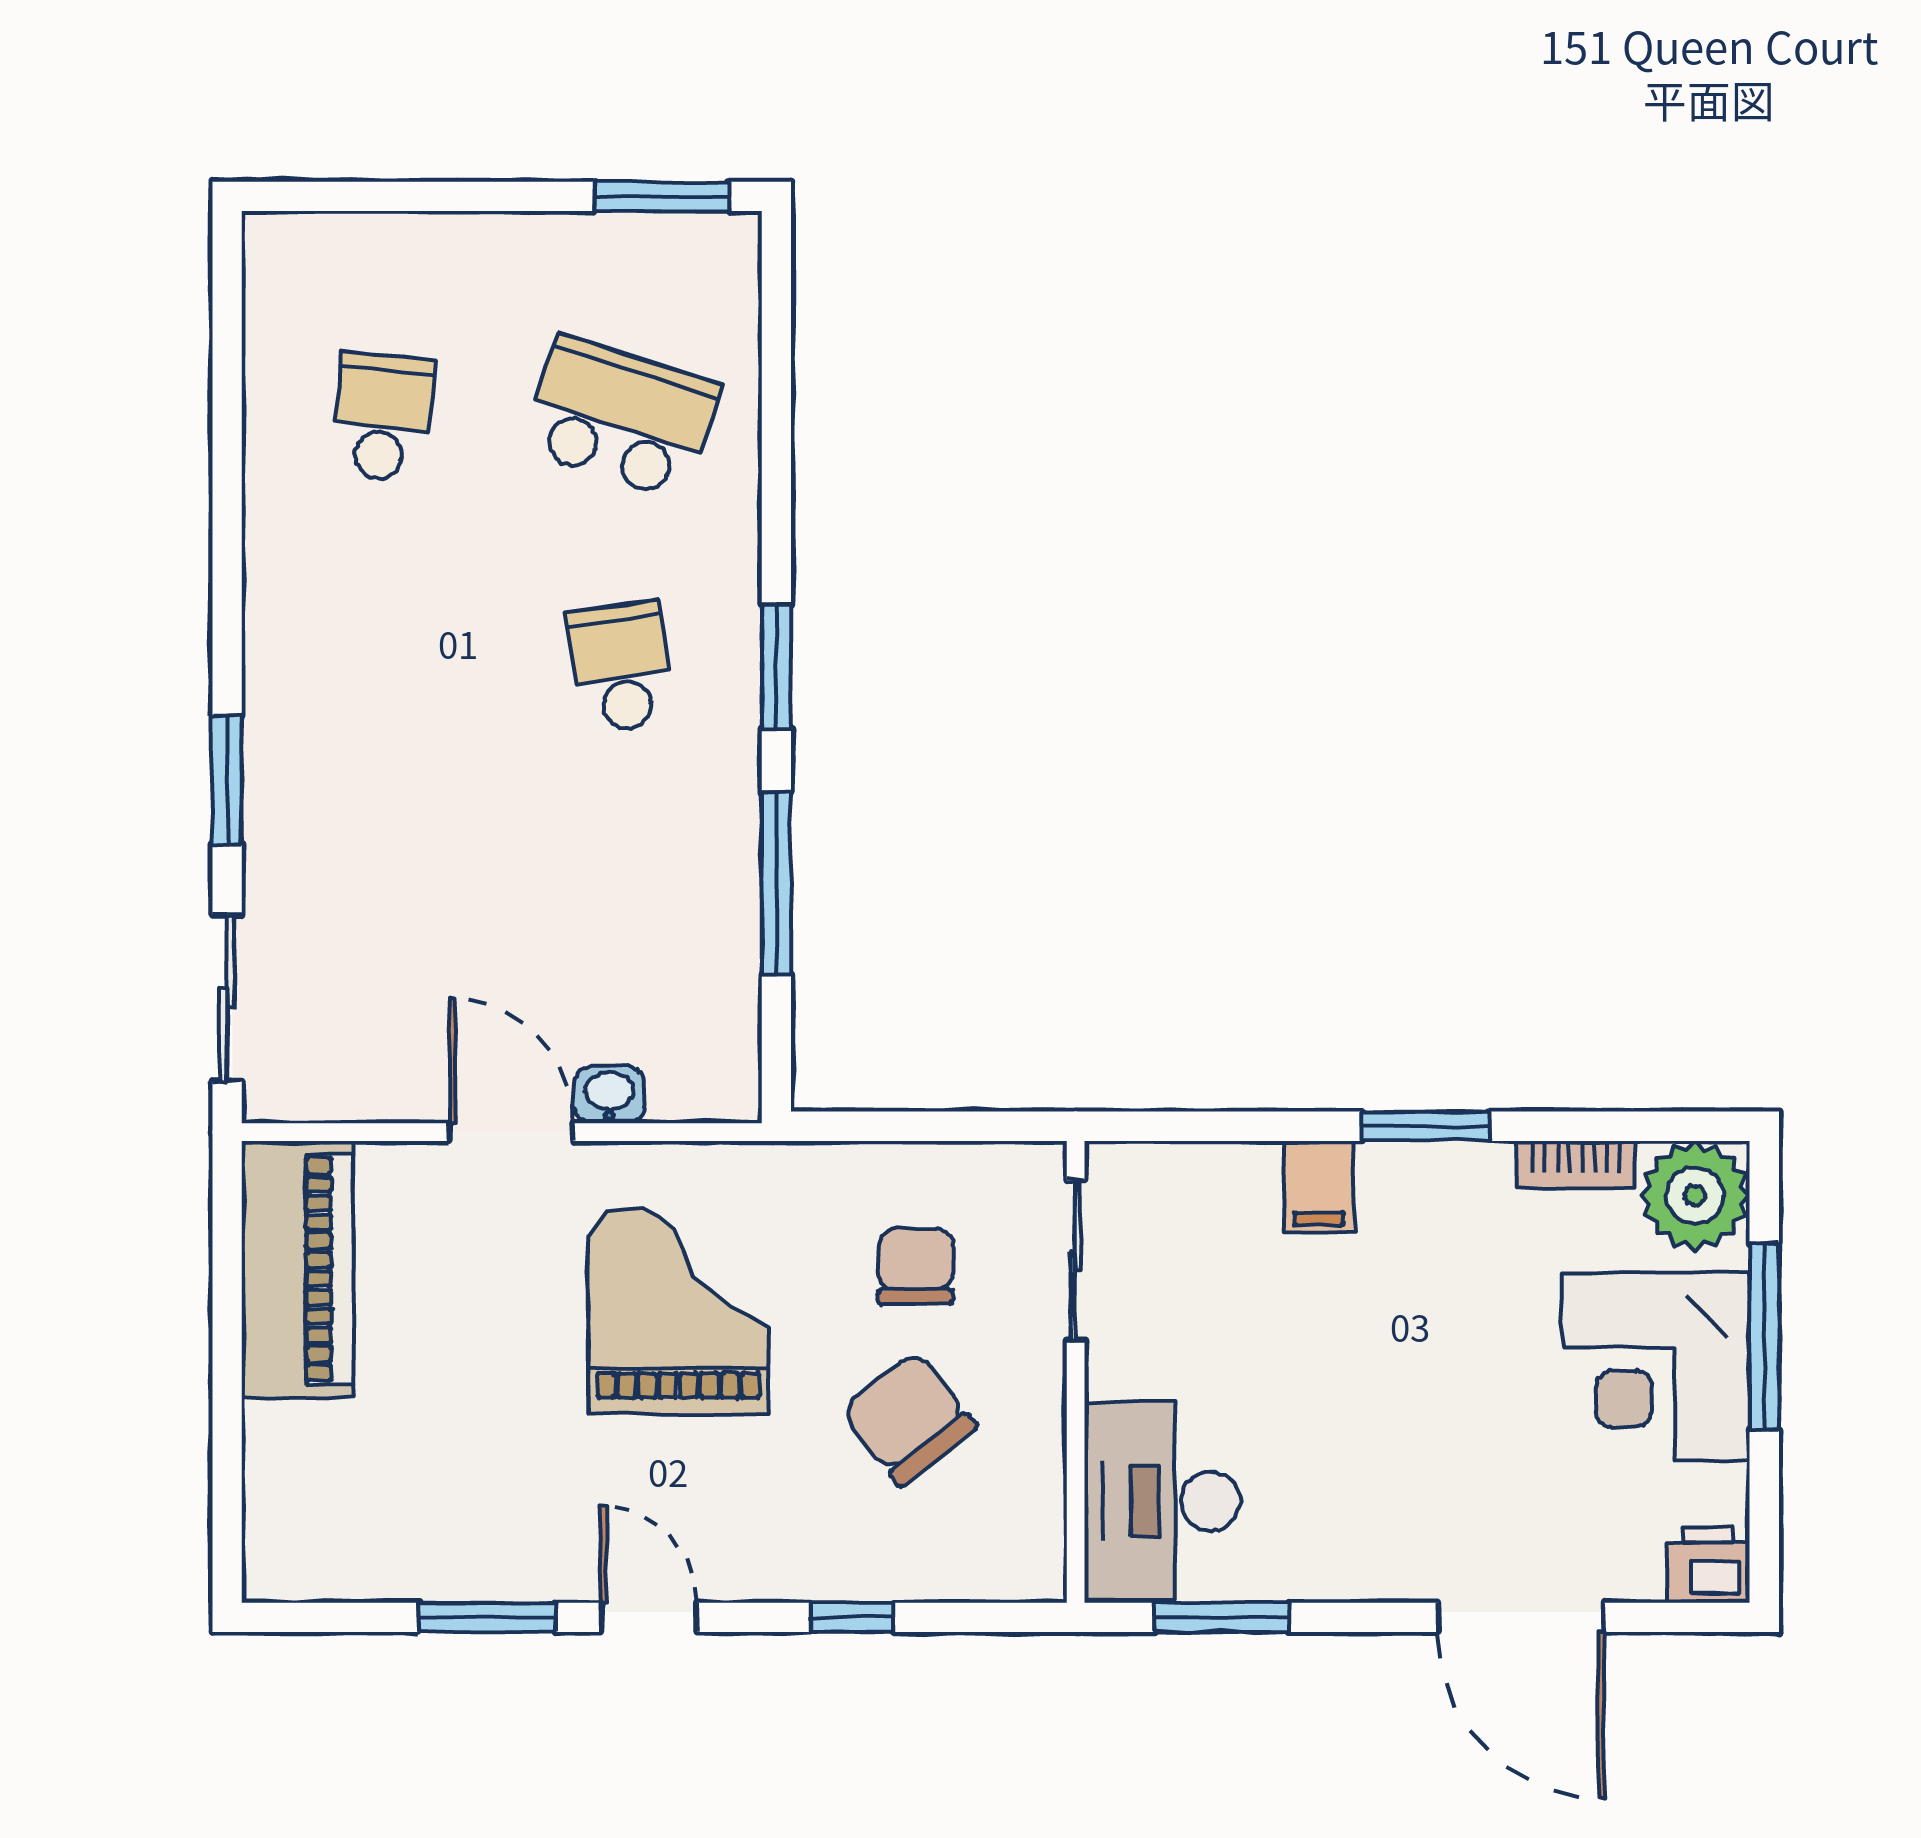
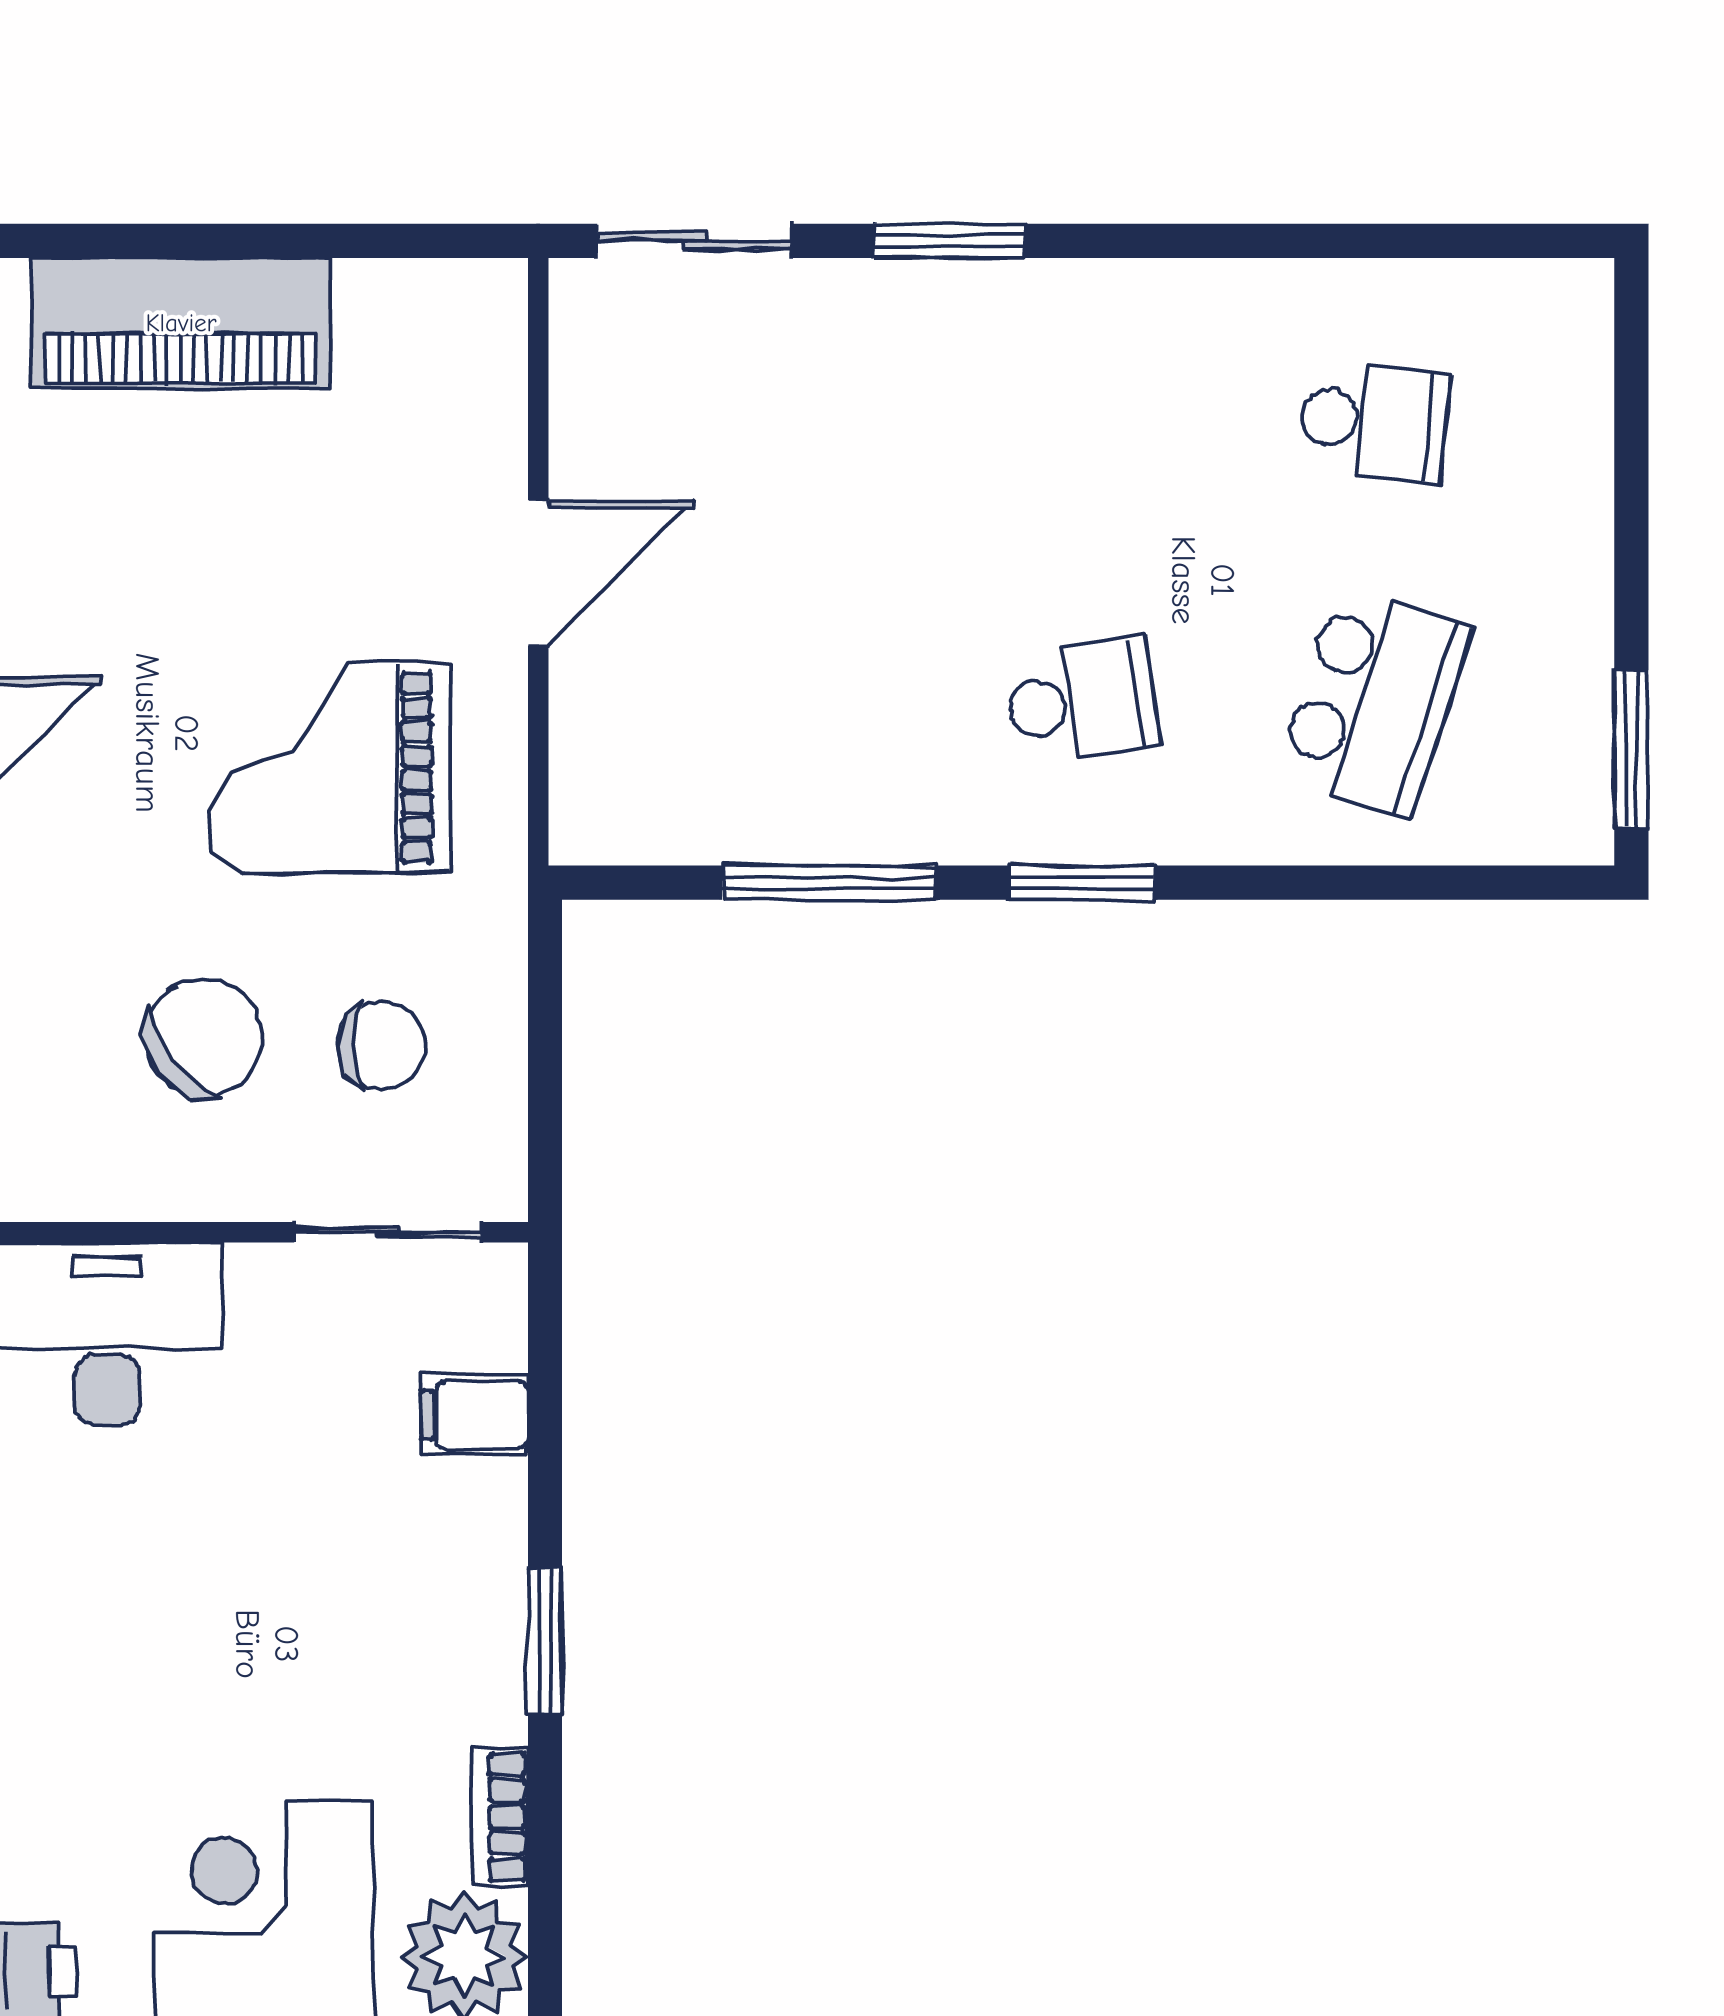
washbasin: (609, 1095) -> (582, 687), removed
filing cabinet: (1319, 1187) -> (474, 1415), moved
piano: (297, 1269) -> (181, 323), moved
grand piano: (678, 1311) -> (329, 768), turned 180

